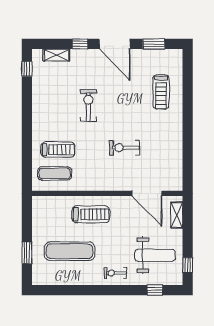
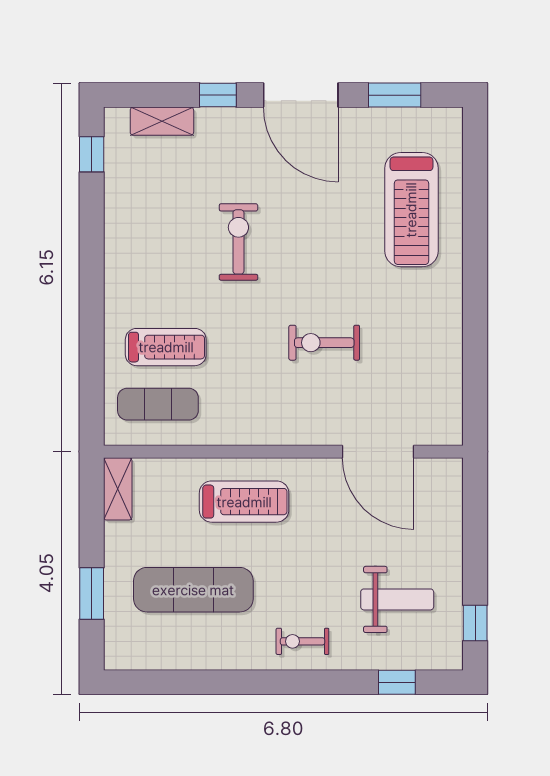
treadmill: (161, 92) -> (411, 210), width x1.37, depth x1.38
shelving: (177, 215) -> (118, 489), moved
weight bench: (155, 255) -> (397, 599), width x0.73, depth x0.75

